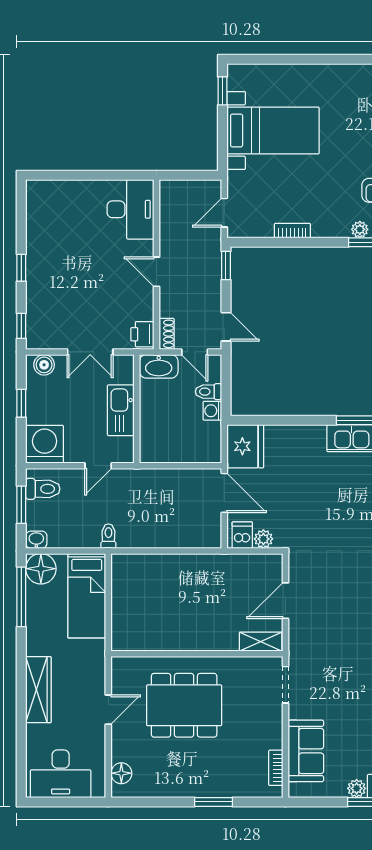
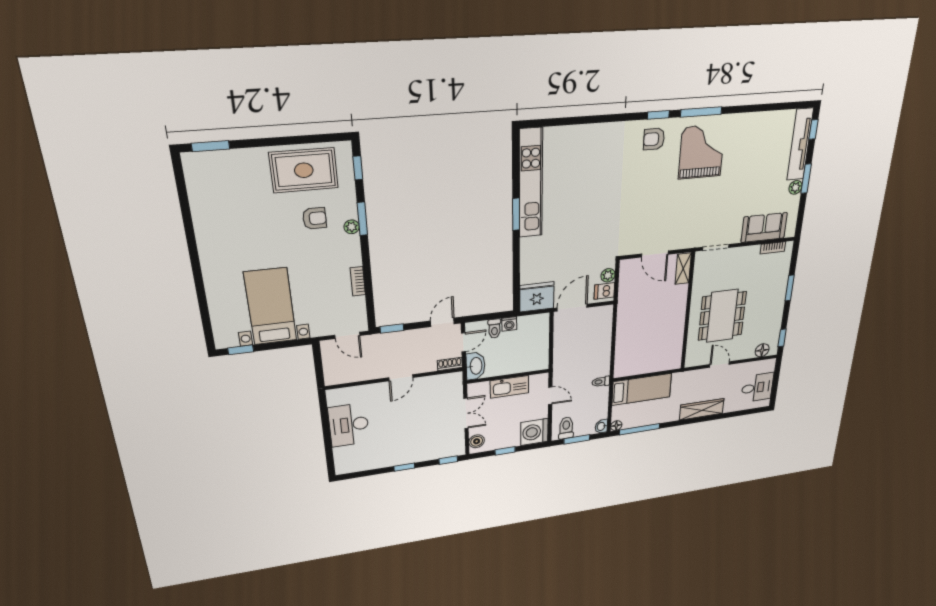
desk: (130, 209) -> (349, 425), moved, turned -90
printer: (142, 334) -> (451, 381), removed
floor lamp: (41, 569) -> (616, 426), width x0.53, depth x0.53
desk: (61, 774) -> (757, 388), width x0.73
window: (137, 802) -> (782, 338), added

